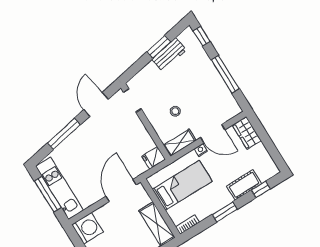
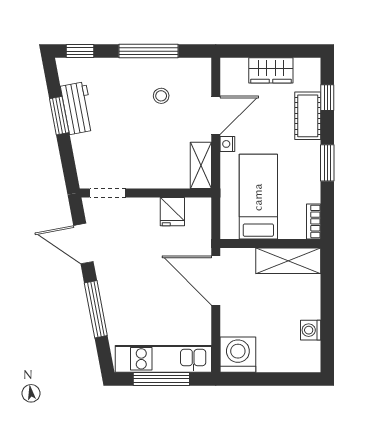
stool: (175, 111) -> (161, 96), moved
wardrobe: (247, 133) -> (271, 70), moved
fridge: (154, 158) -> (172, 212), moved

